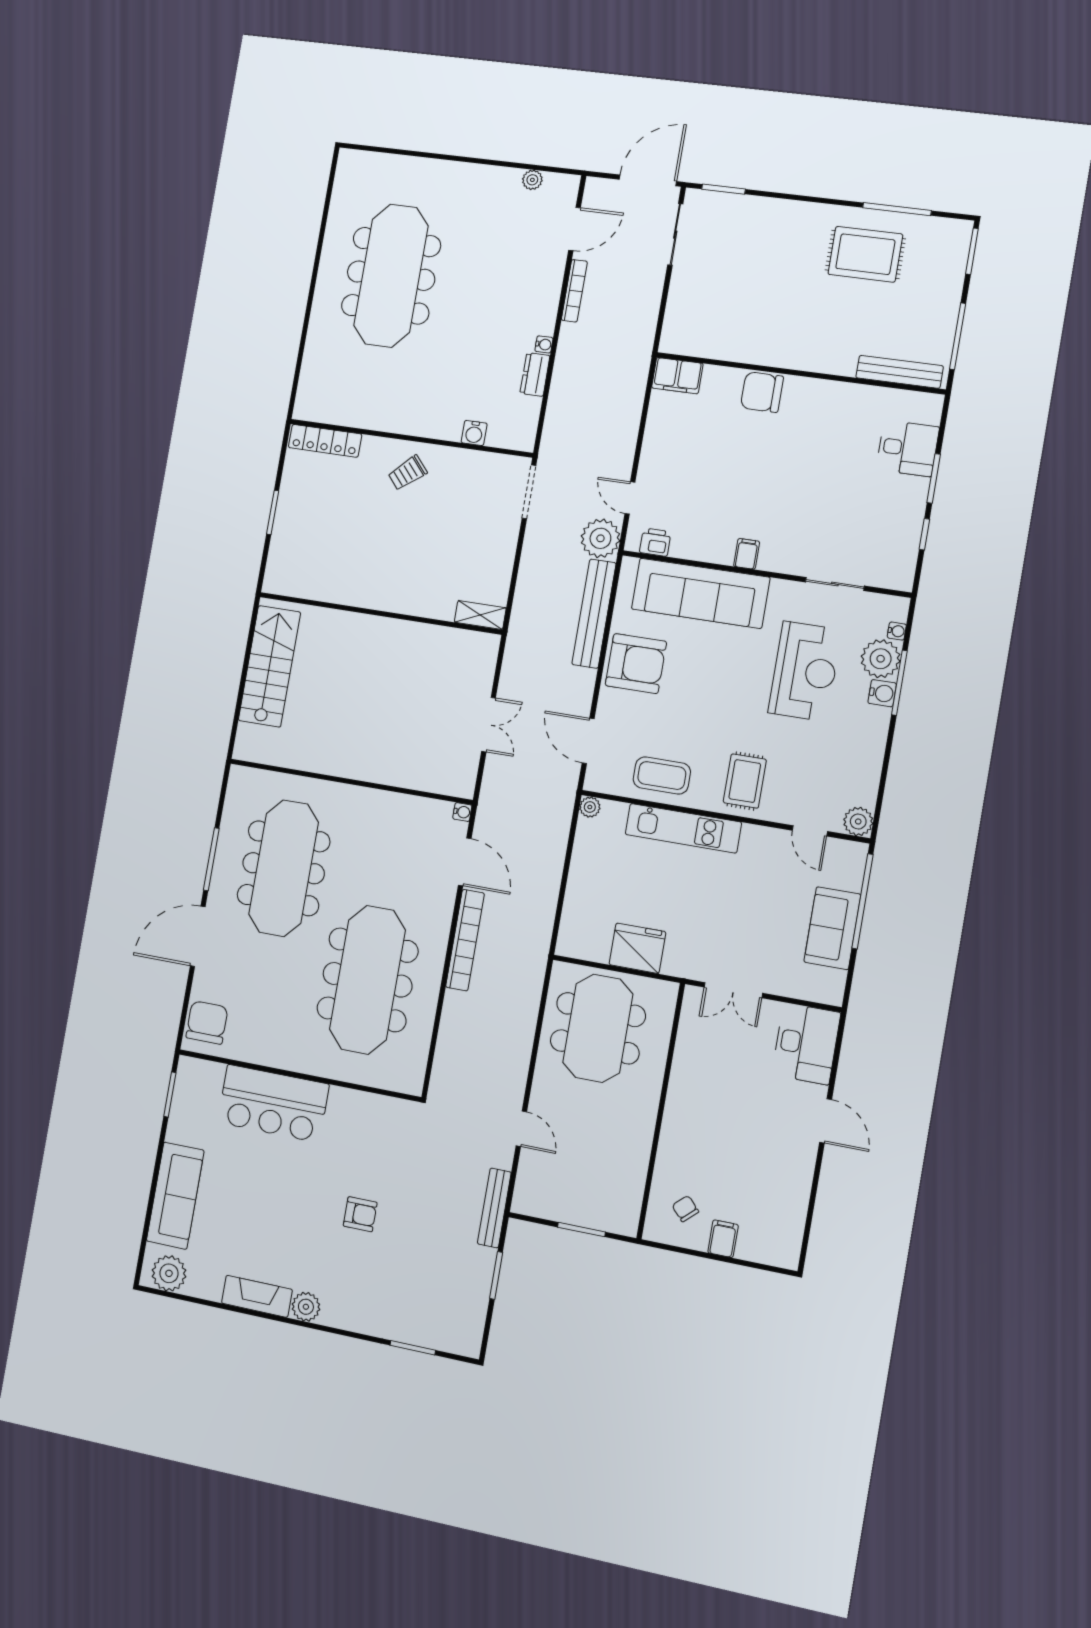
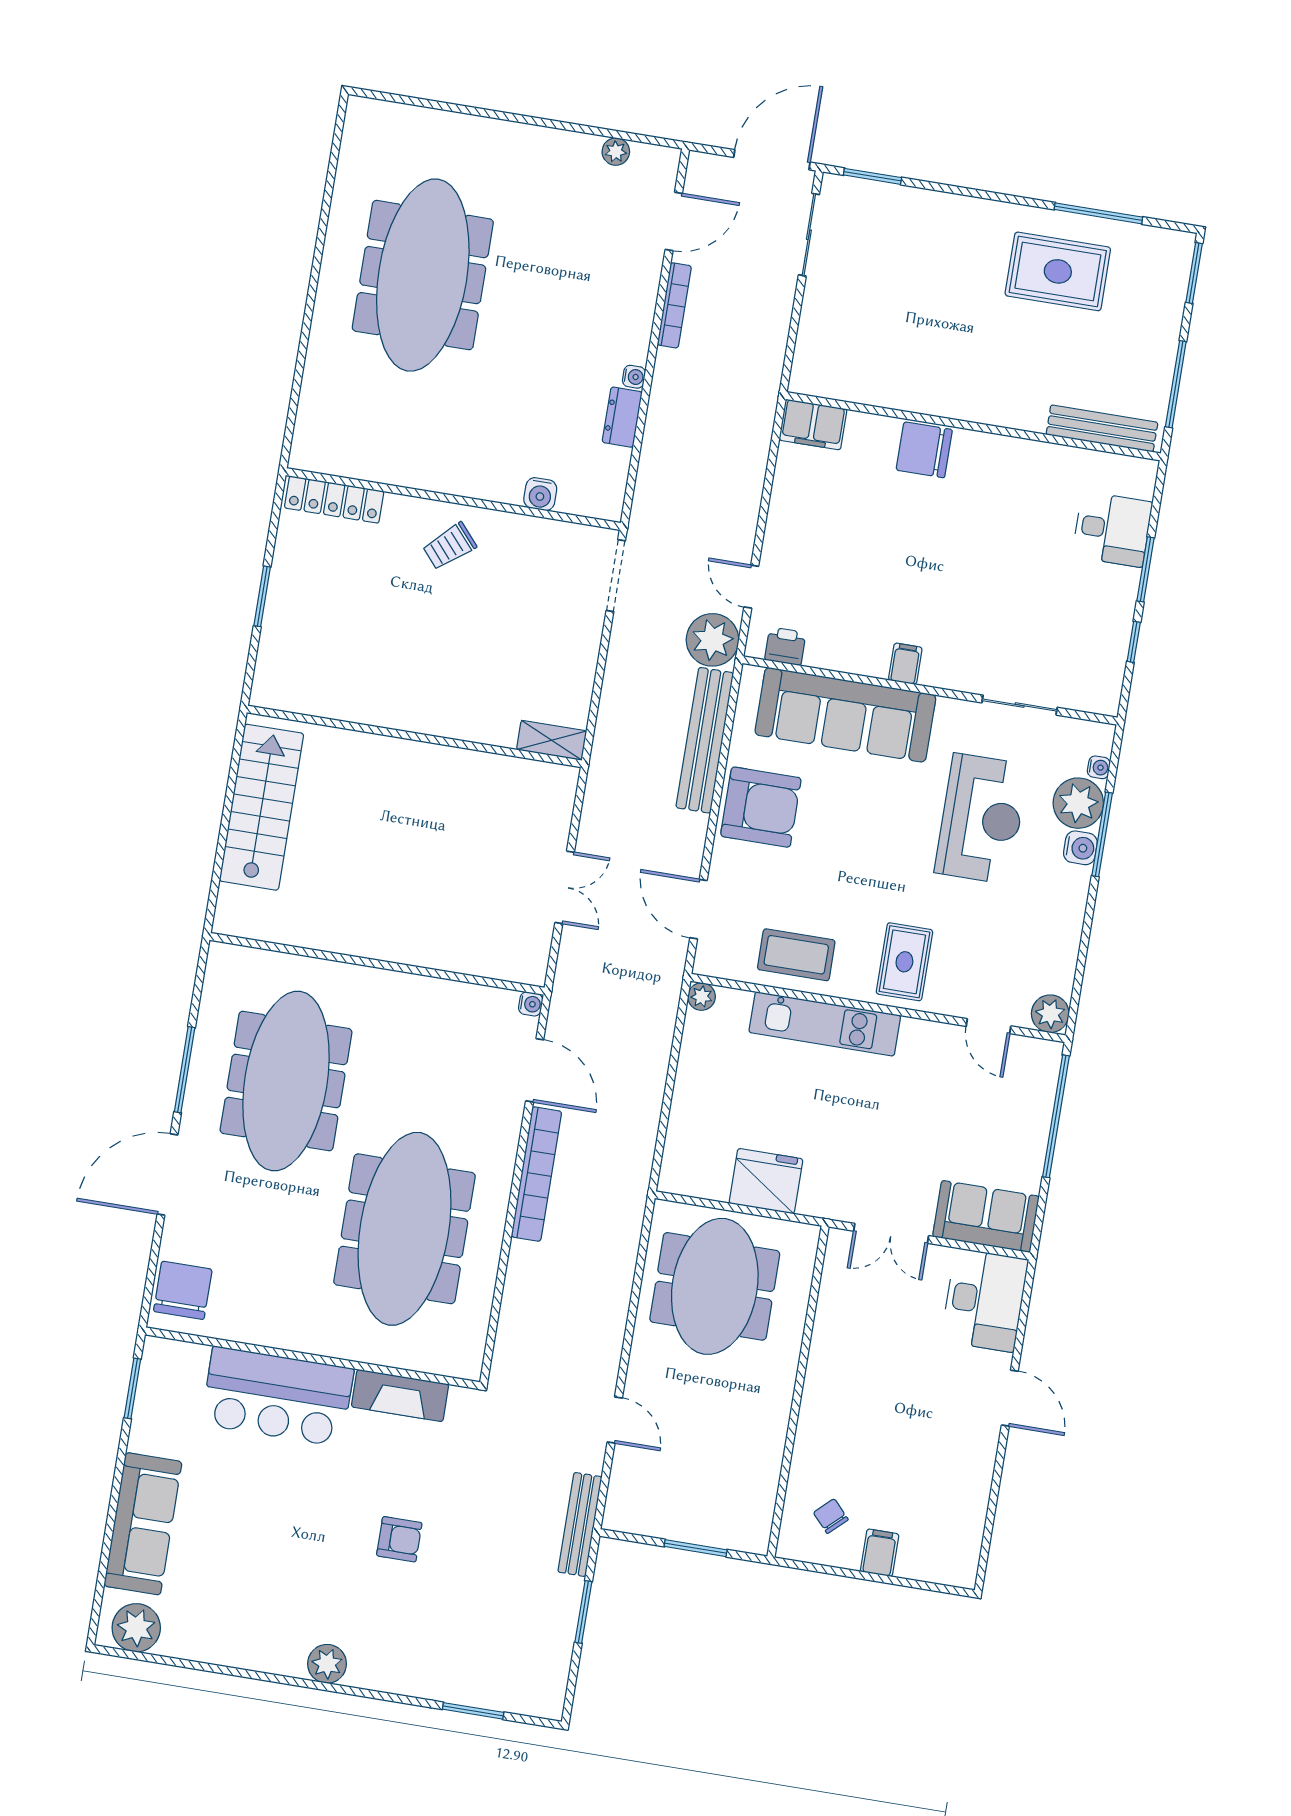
sofa: (832, 928) -> (986, 1216), moved, turned 90
fireplace: (257, 1296) -> (400, 1396), moved, turned 180

